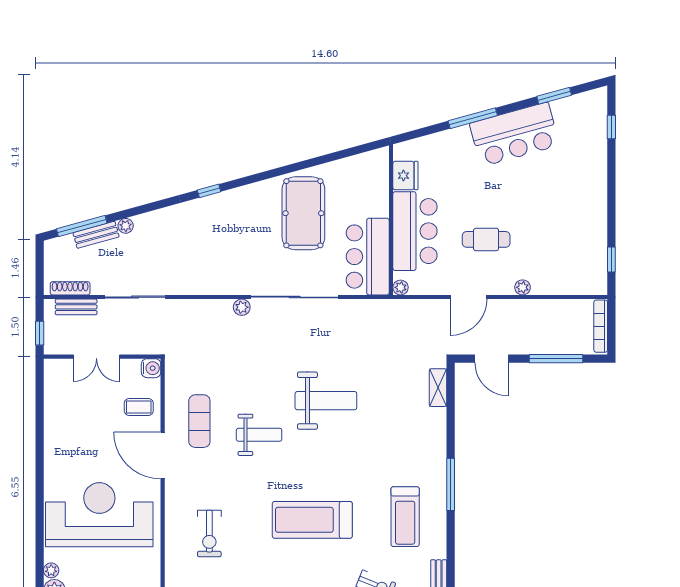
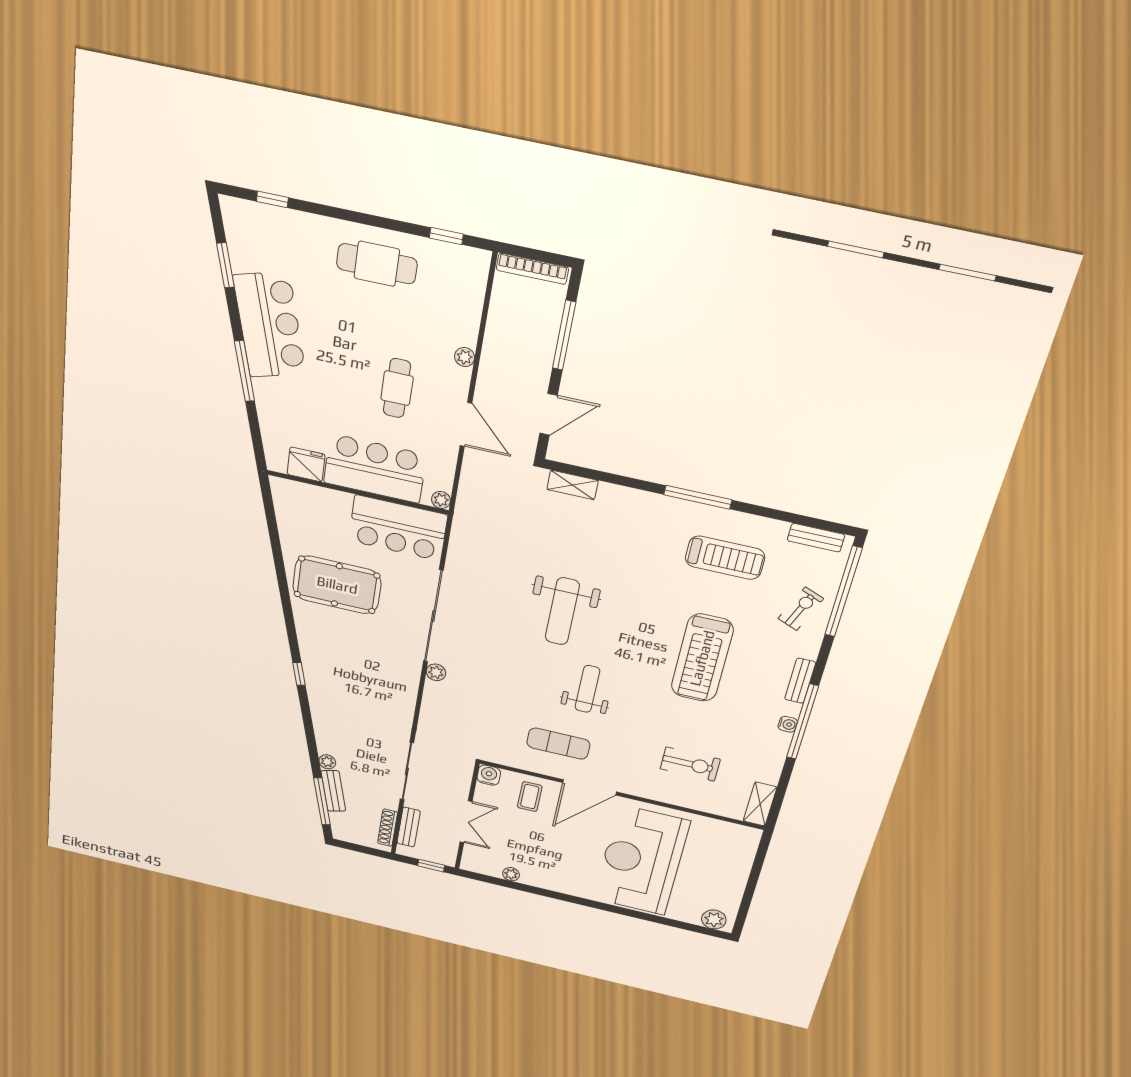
cafe table: (580, 211) -> (377, 264), added
weight bench: (326, 401) -> (562, 611), turned 180
plant: (51, 570) -> (511, 874), moved

